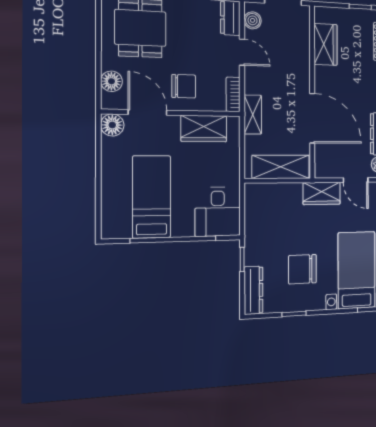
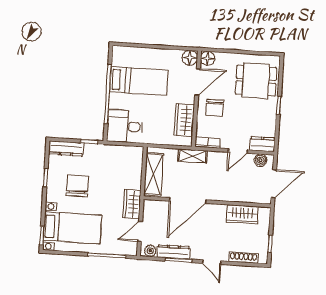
floor lamp: (111, 81) -> (208, 58), moved

